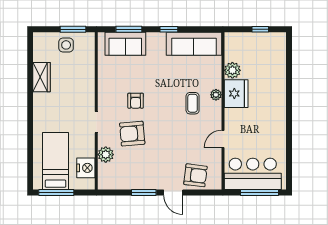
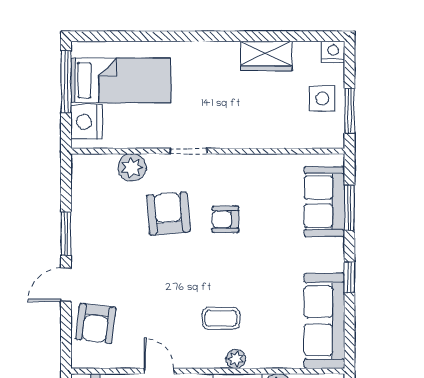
nightstand: (39, 39) -> (333, 52), added
nightstand: (86, 168) -> (86, 122), moved, turned 90

